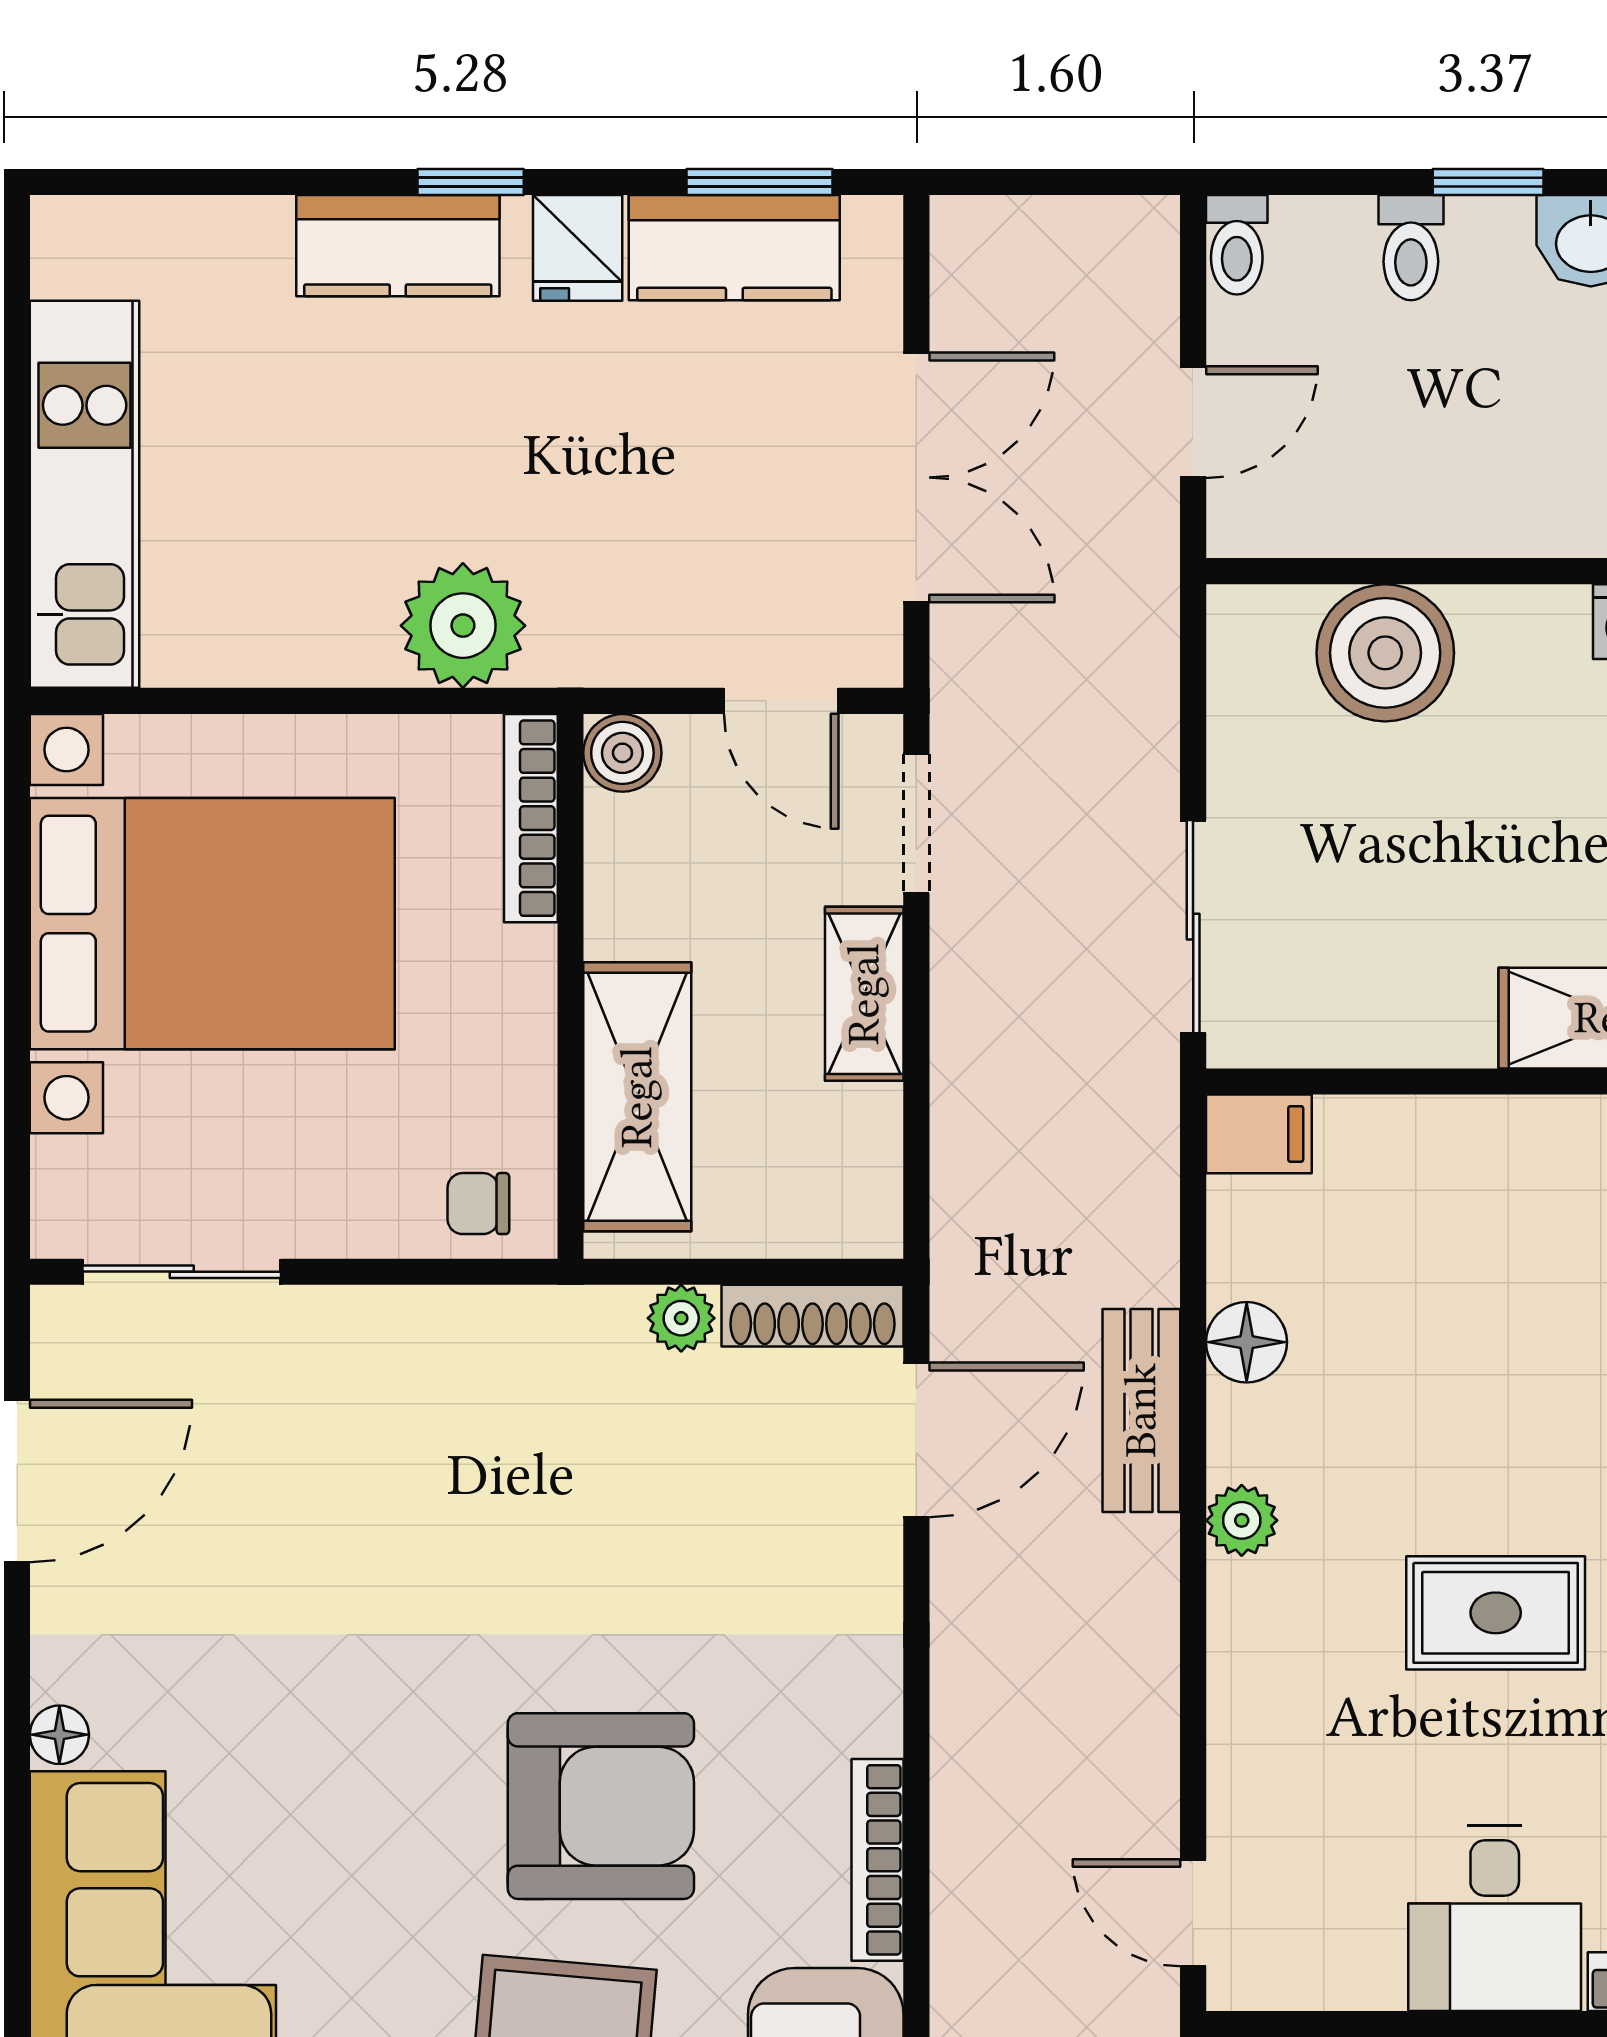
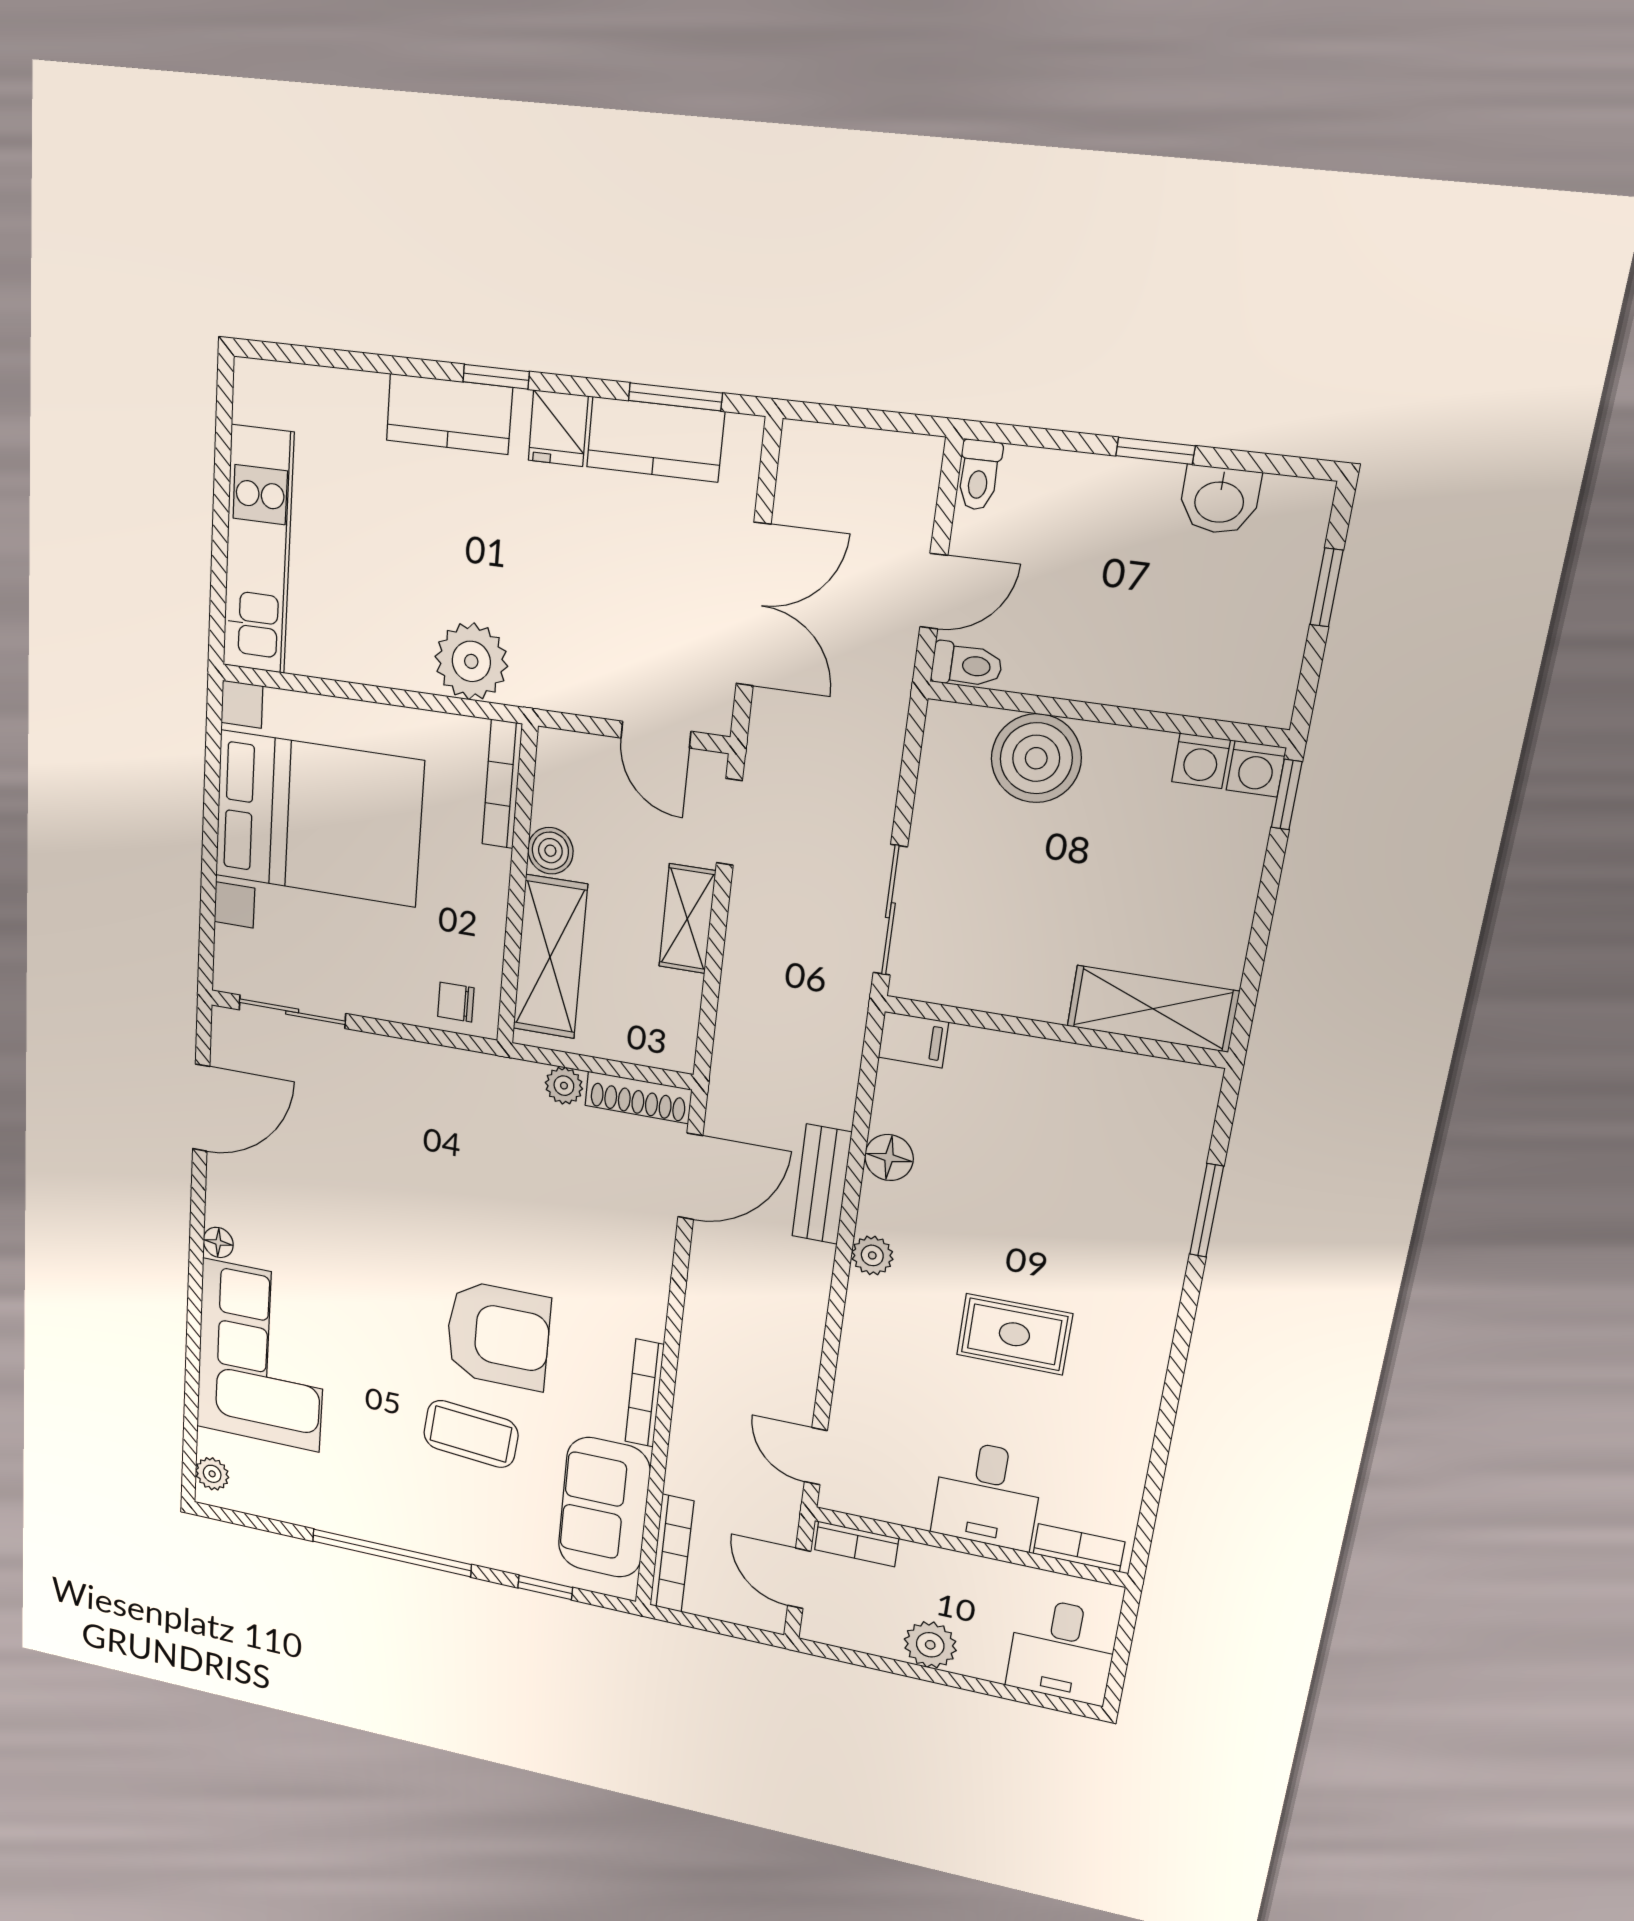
toilet: (1411, 248) -> (967, 665), moved, turned -90
boiler: (622, 753) -> (550, 851), moved

